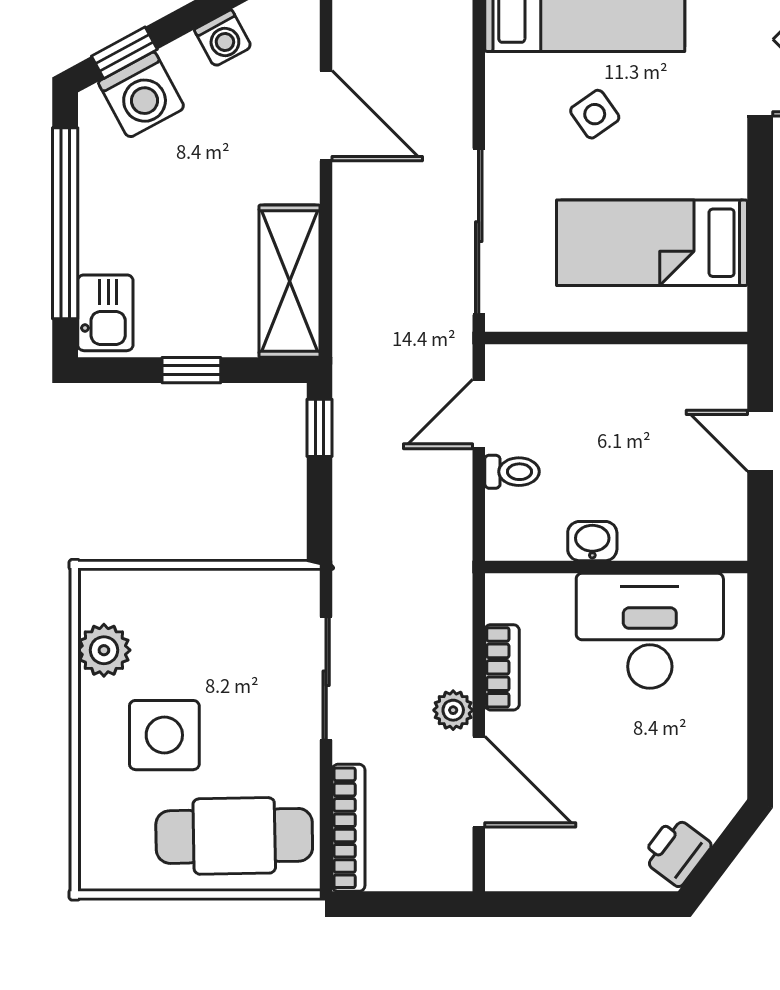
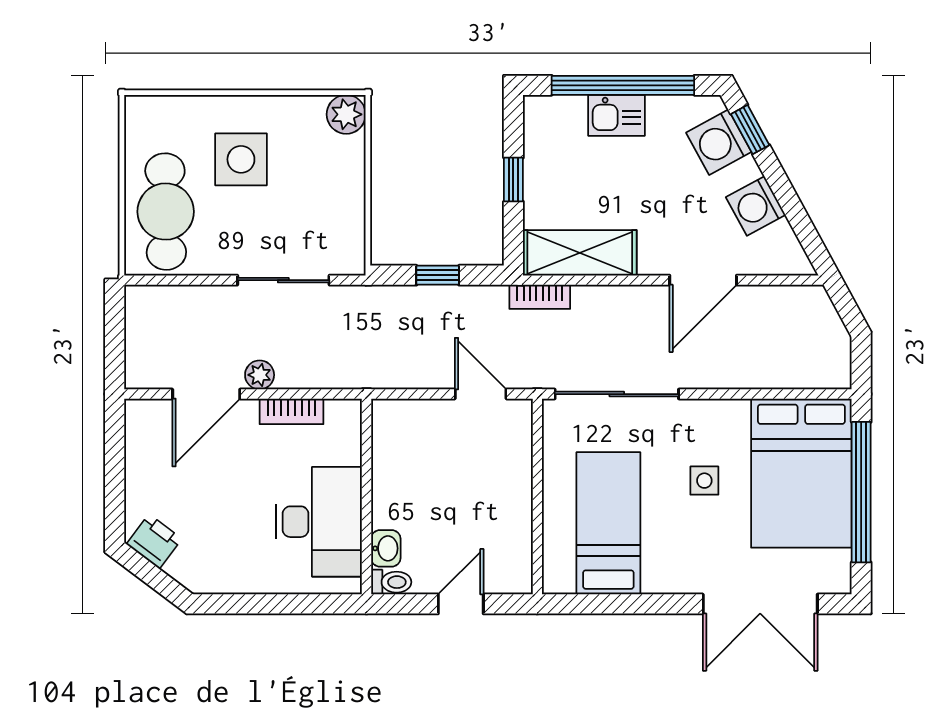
washing machine: (223, 38) -> (756, 206), width x1.38, depth x1.38
side table: (595, 114) -> (704, 481), turned 35
kitchen sink: (105, 313) -> (616, 115), moved
window: (319, 428) -> (438, 275), moved
toilet: (512, 472) -> (391, 582), moved, turned -90
washbasin: (592, 541) -> (386, 548), moved
plant: (104, 650) -> (346, 114), moved
bookcase: (349, 828) -> (540, 297), moved, width x0.64

